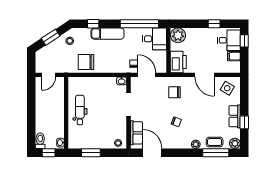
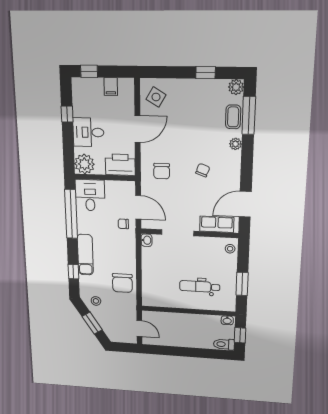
desk: (229, 40) -> (88, 132), moved, turned -90
door: (147, 75) -> (138, 207), swing flipped
dental chair: (80, 110) -> (200, 287), moved
row of seats: (235, 116) -> (196, 87), removed

